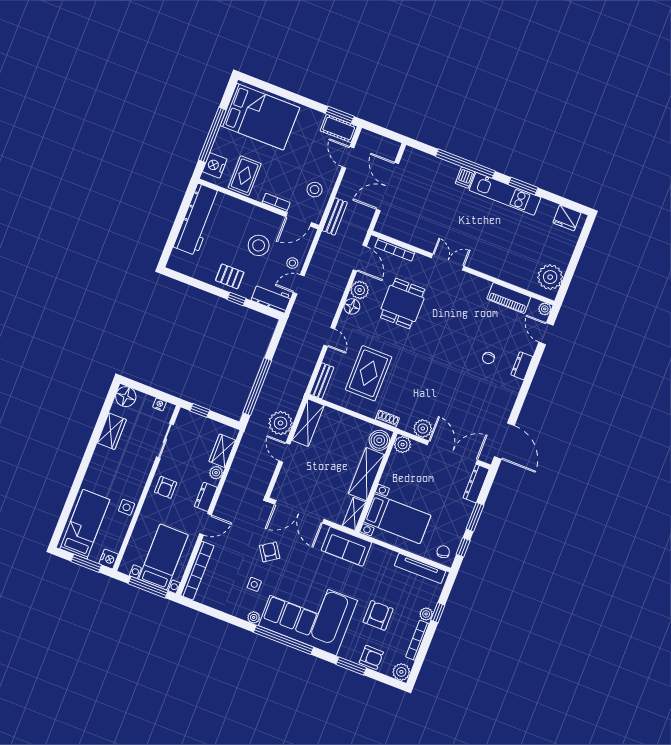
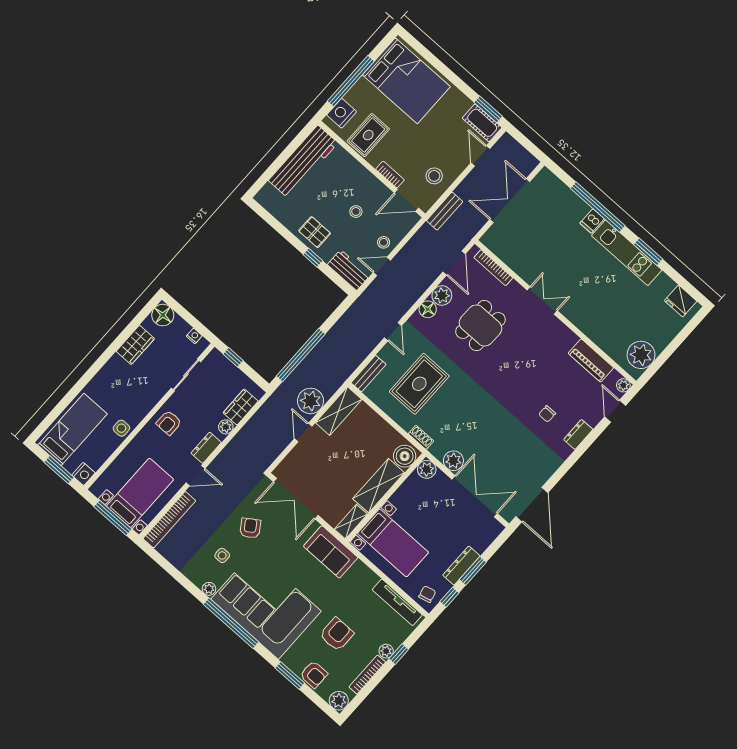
stool: (259, 245) -> (356, 212), width x0.53, depth x0.53
dresser: (476, 483) -> (461, 566), moved

